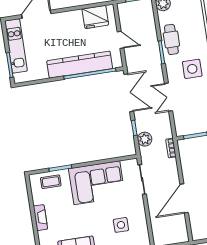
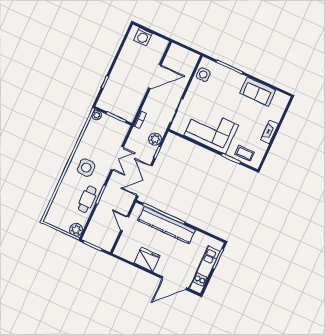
fridge: (95, 17) -> (147, 259), moved
side table: (121, 225) -> (203, 75), moved

